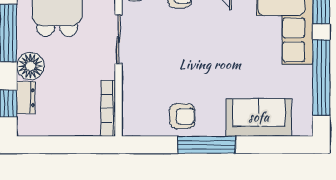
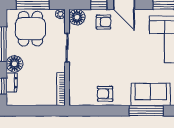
armchair: (182, 116) -> (105, 94), turned 180
window: (207, 145) -> (146, 111), moved

